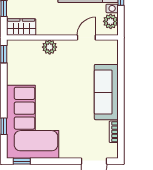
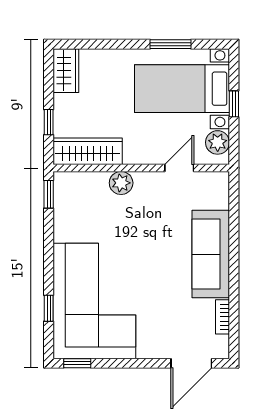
wardrobe: (21, 27) -> (88, 151), width x1.50

